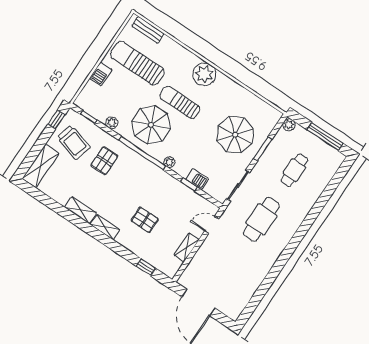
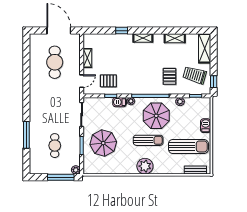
window: (325, 136) -> (61, 177), moved
barbecue: (197, 179) -> (120, 102), moved
window: (319, 205) -> (26, 135), added
shelving: (80, 210) -> (175, 38), moved
cafe table: (261, 219) -> (55, 62), moved
pallet: (145, 220) -> (108, 81), moved
window: (146, 267) -> (122, 31), moved

